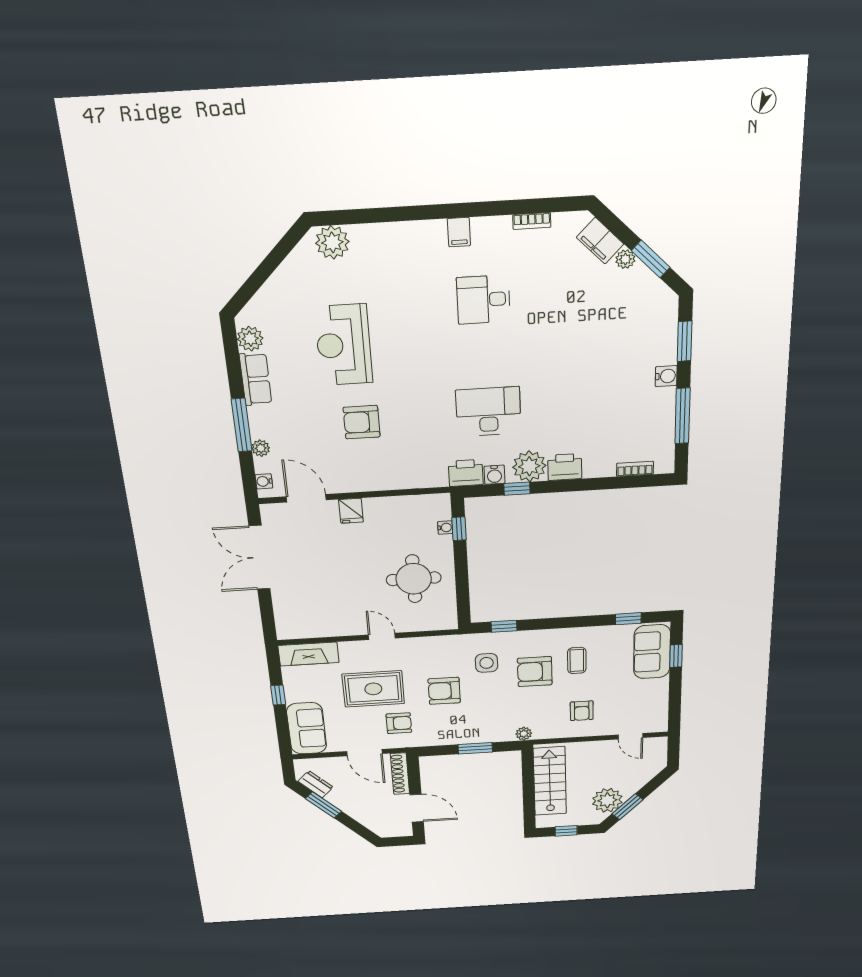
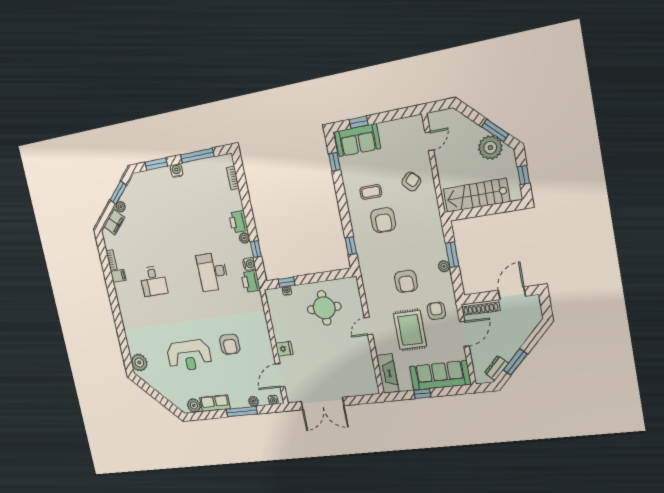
filing cabinet: (459, 232) -> (118, 276), moved
plant: (529, 466) -> (244, 238), width x0.53, depth x0.53
side table: (487, 663) -> (380, 254), removed
armchair: (582, 711) -> (411, 181), turned -45
sofa: (307, 728) -> (440, 375), width x1.36
plant: (524, 734) -> (444, 266), moved

